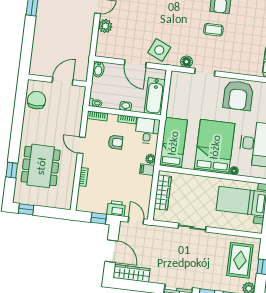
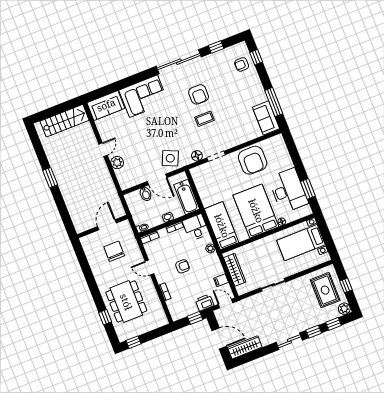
bidet: (98, 69) -> (146, 194), moved
chair: (37, 100) -> (114, 251), moved
armchair: (116, 142) -> (183, 266), moved
filing cabinet: (147, 170) -> (221, 280), moved

